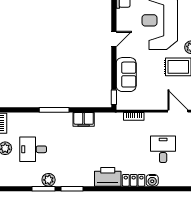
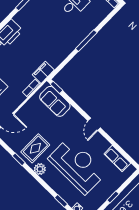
sofa: (126, 75) -> (55, 101), moved
filing cabinet: (84, 119) -> (43, 72), moved

